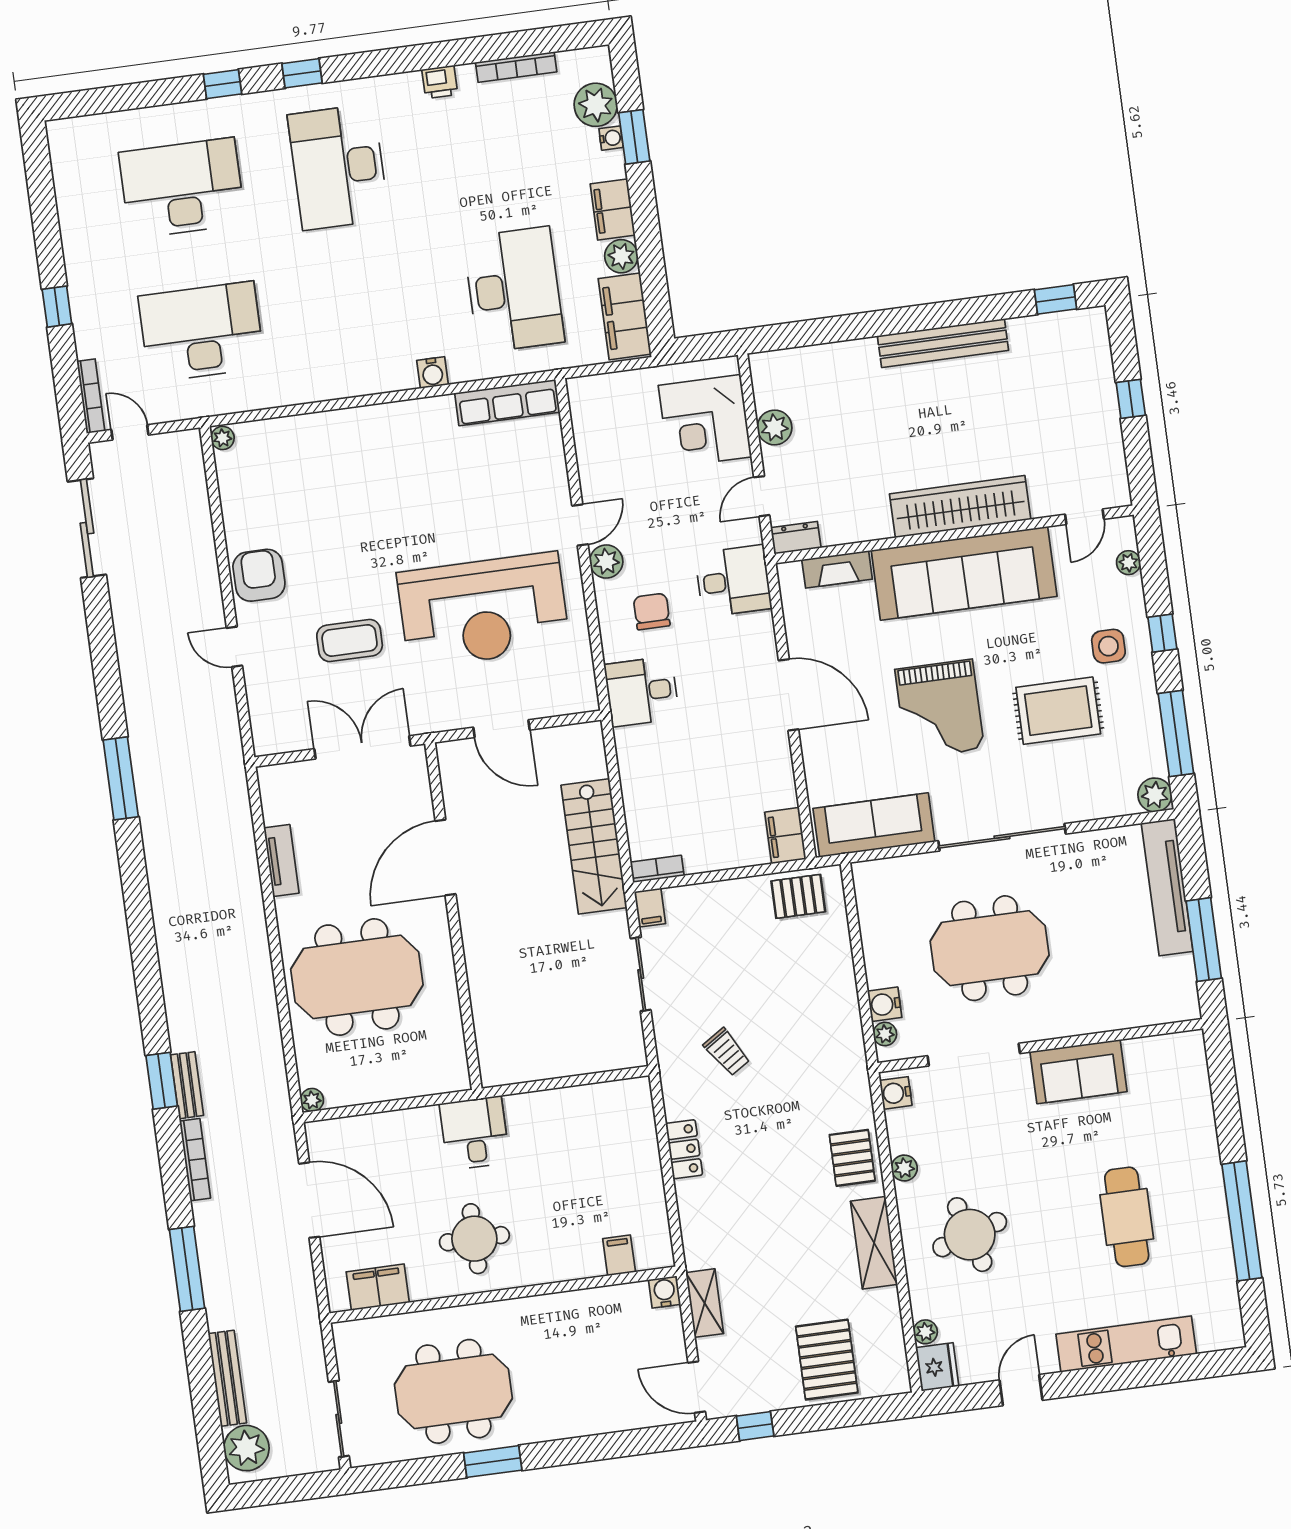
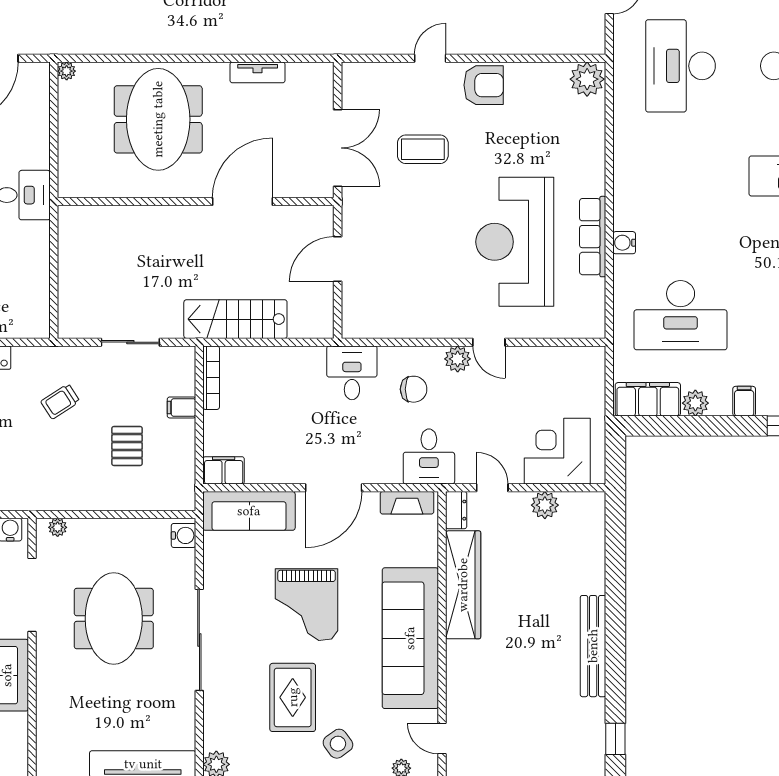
filing cabinet: (613, 209) -> (744, 401), width x0.50
desk: (202, 332) -> (681, 66), turned 180
row of seats: (507, 403) -> (593, 237), moved
plant: (223, 438) -> (587, 79), width x1.87, depth x1.87
wardrobe: (960, 507) -> (463, 585), moved
fireplace: (837, 569) -> (407, 503), moved, turned -90
reception desk: (483, 610) -> (515, 242), moved
coffee table: (350, 640) -> (423, 149), turned 90
side table: (1108, 646) -> (338, 744), turned -36
grand piano: (940, 709) -> (307, 605), turned -90
sofa: (874, 825) -> (249, 511), moved, turned 90
door: (445, 857) -> (243, 201), hinge flipped
bookcase: (657, 869) -> (211, 378), width x1.56
pallet: (798, 896) -> (127, 446), moved
filing cabinet: (650, 908) -> (182, 407), moved
water cooler: (885, 1004) -> (184, 535), moved, turned 90

